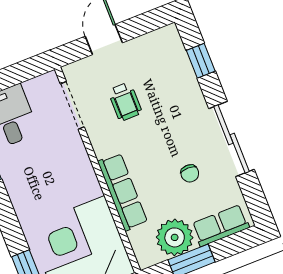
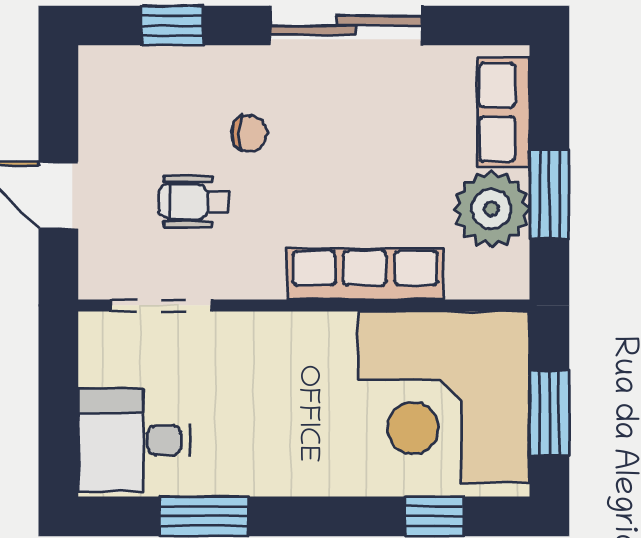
wheelchair: (125, 102) -> (194, 202), turned 180
chair: (190, 173) -> (249, 134), moved

